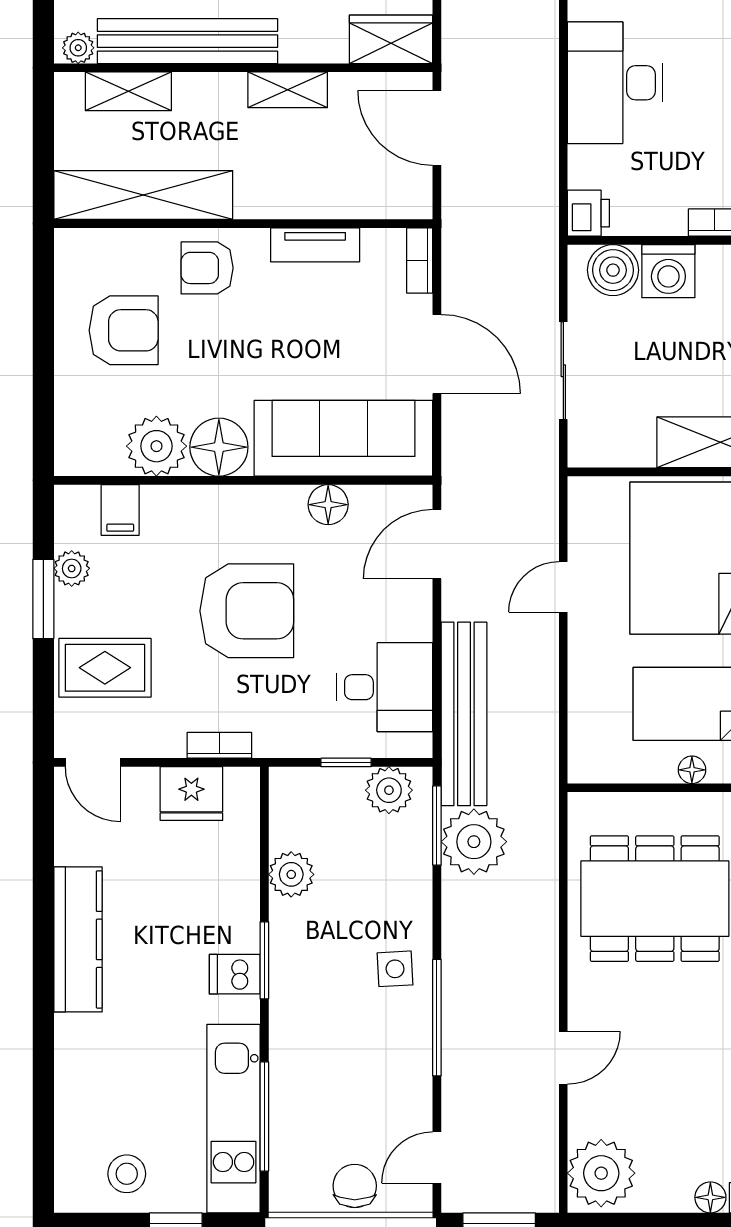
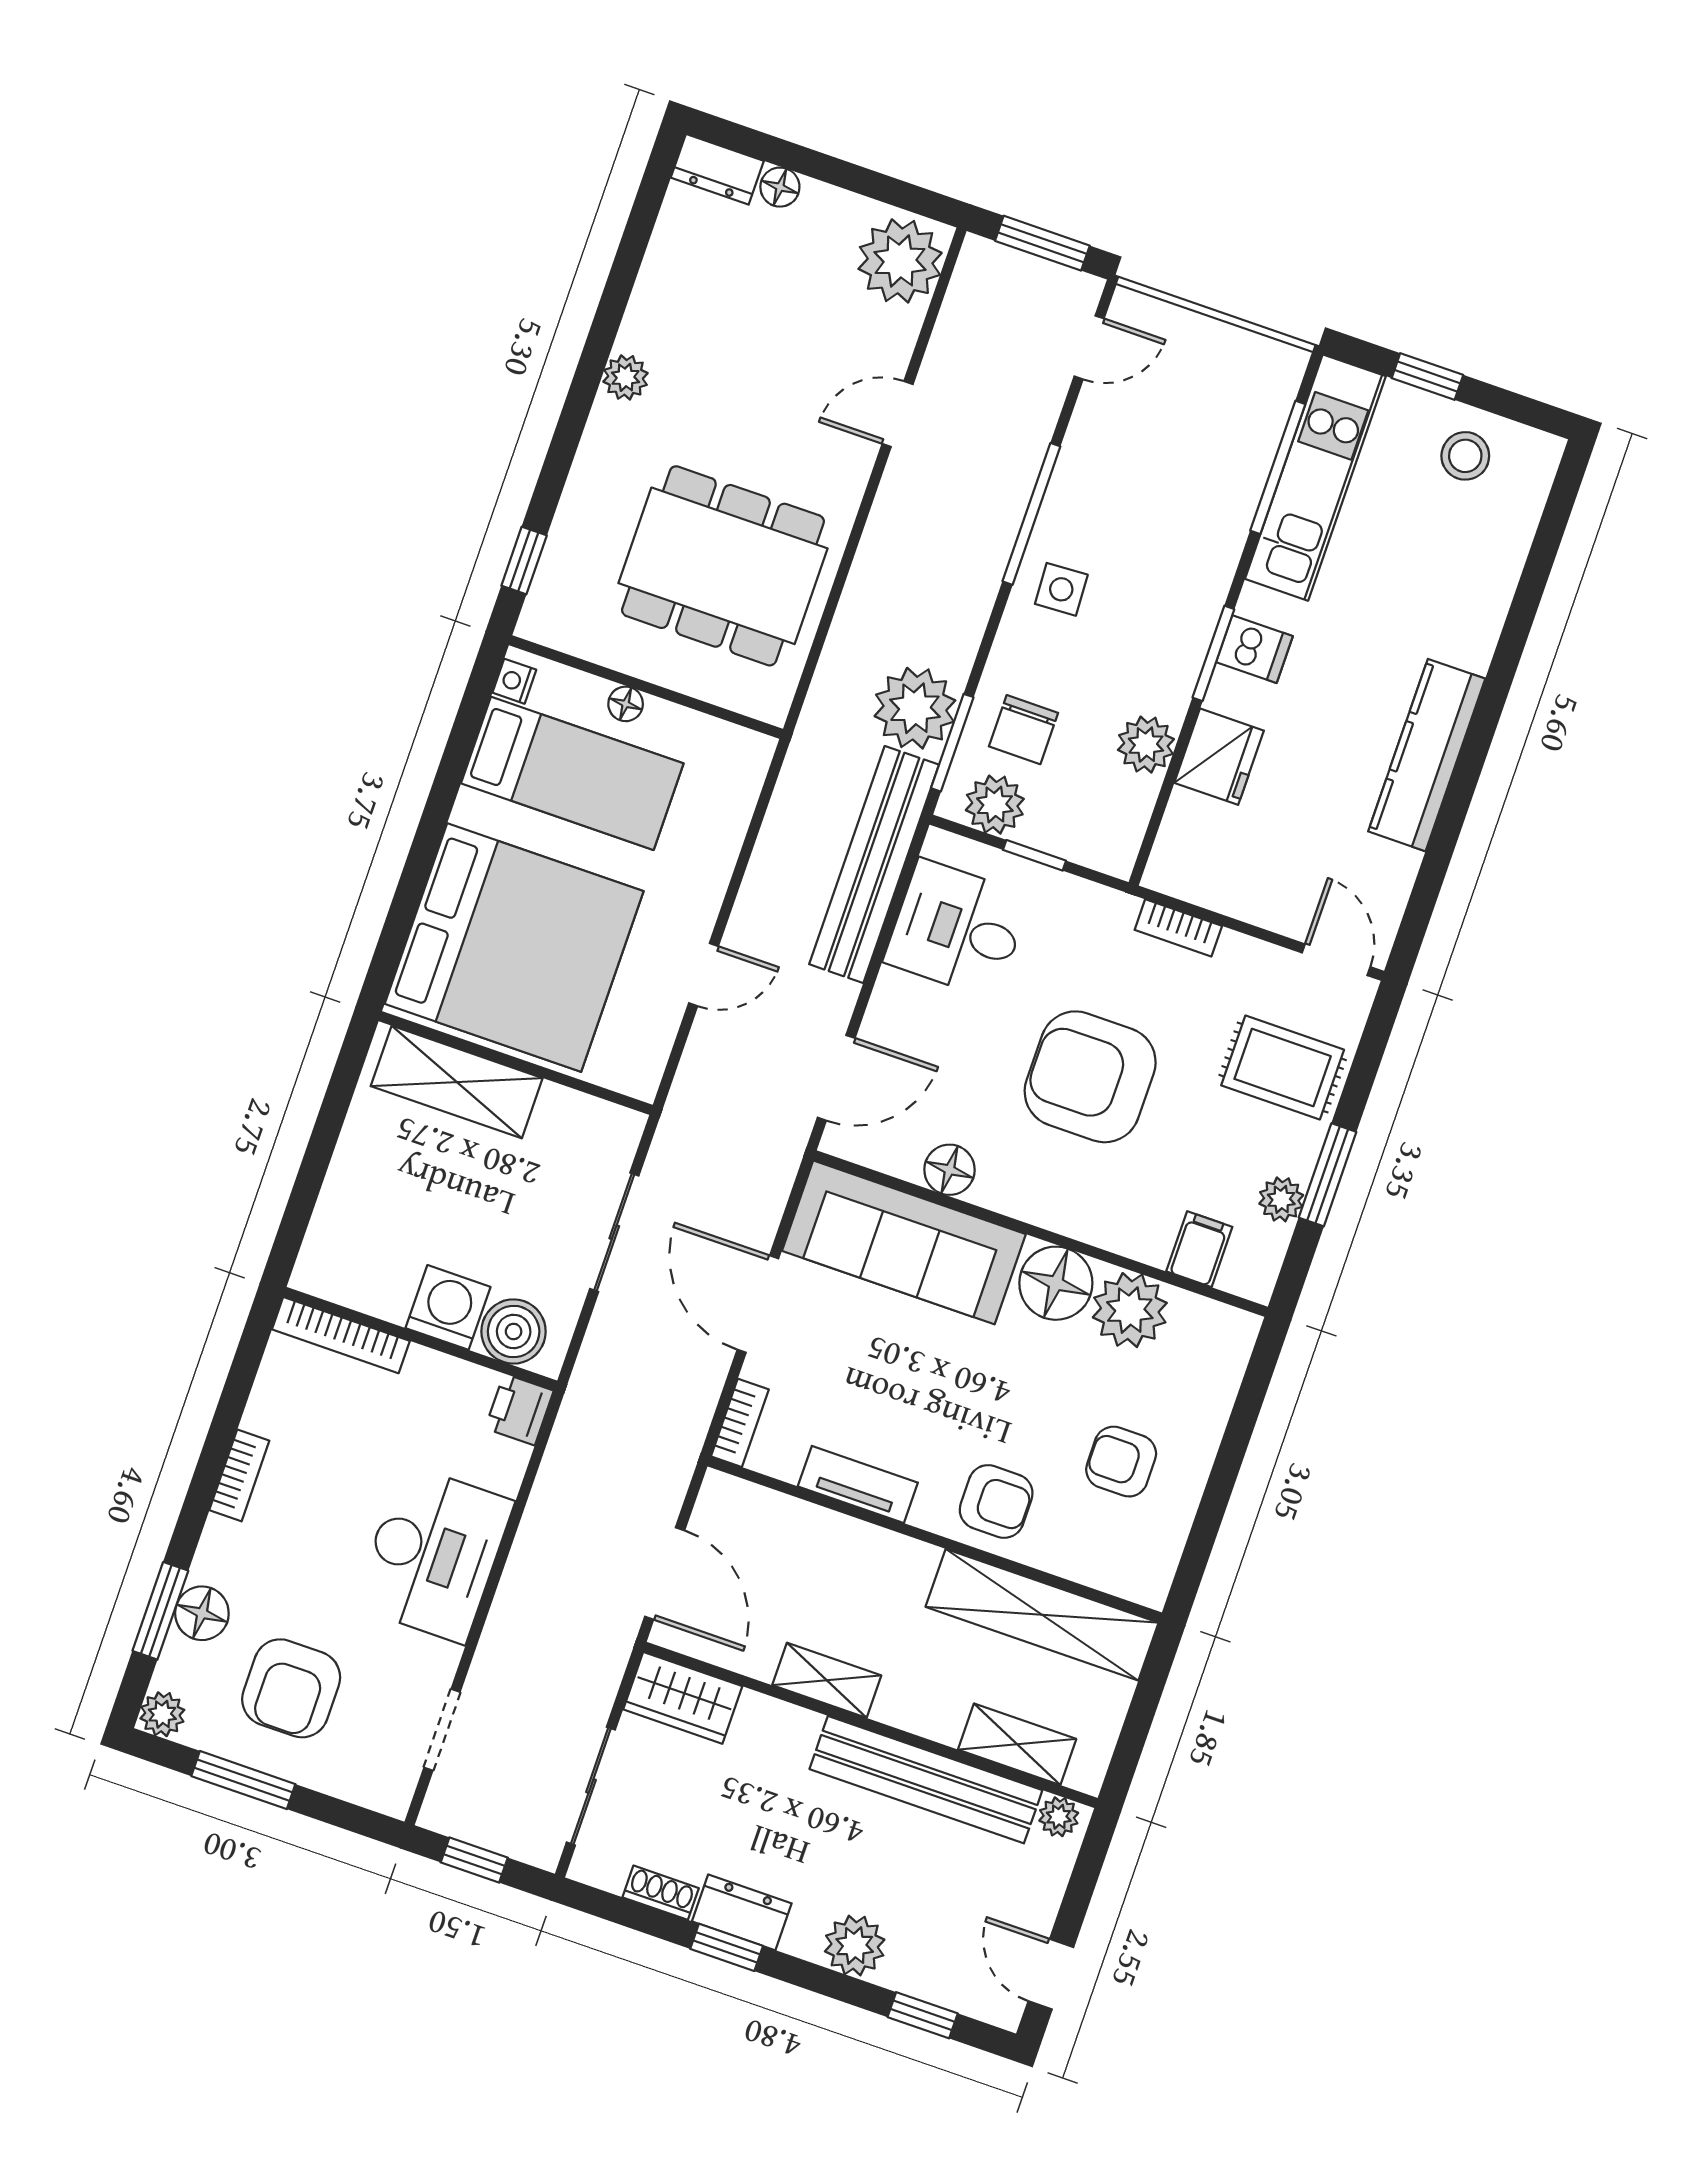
armchair: (124, 330) -> (1121, 1462), width x0.72, depth x0.72
fridge: (191, 794) -> (1219, 757), moved, turned 90
chair: (355, 1186) -> (1024, 730), moved

